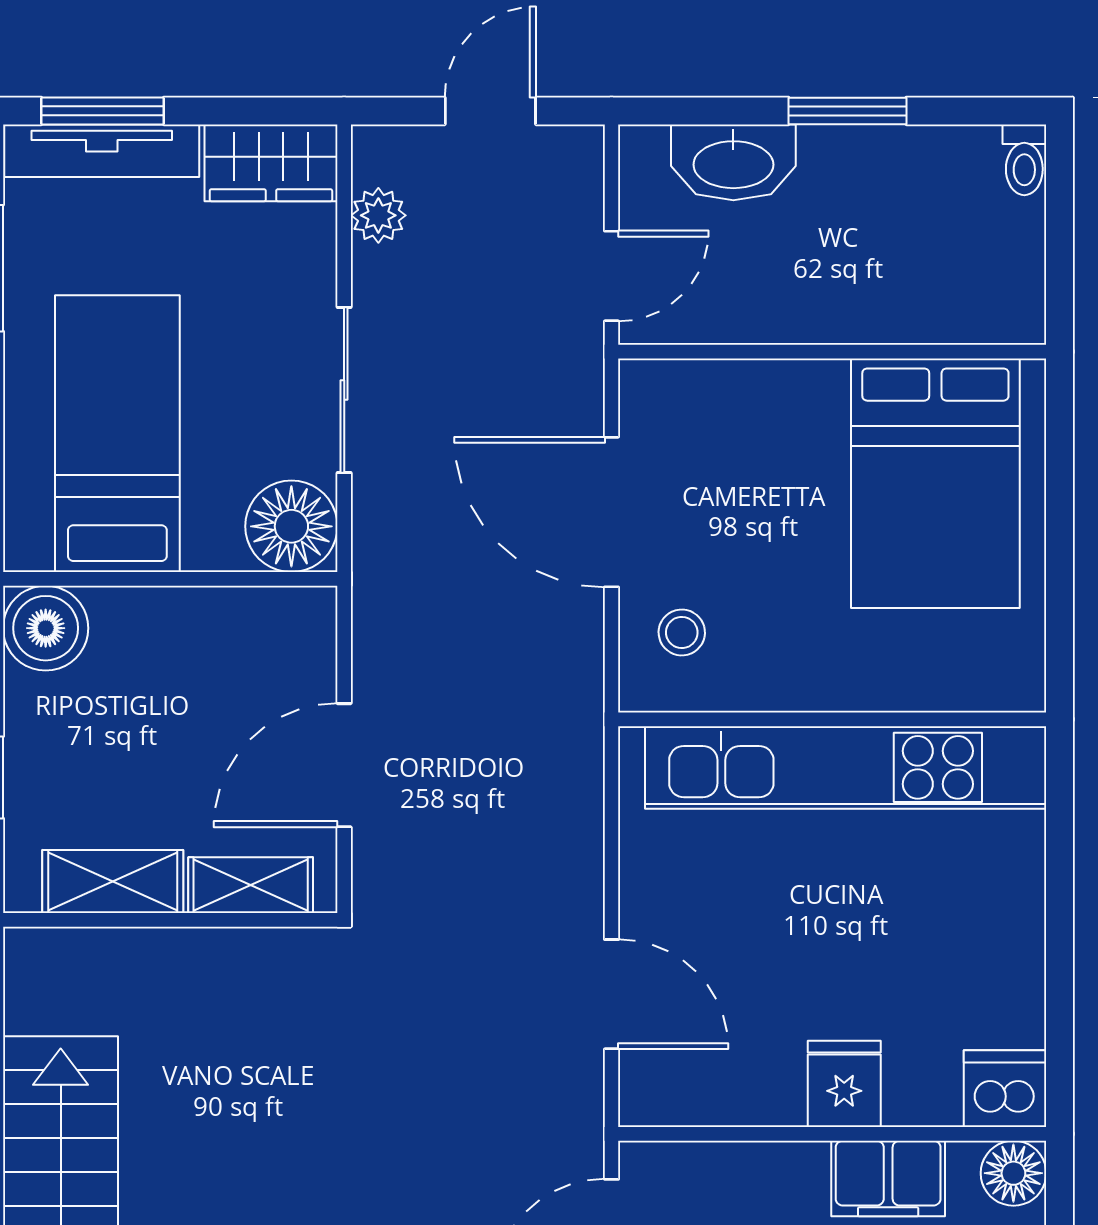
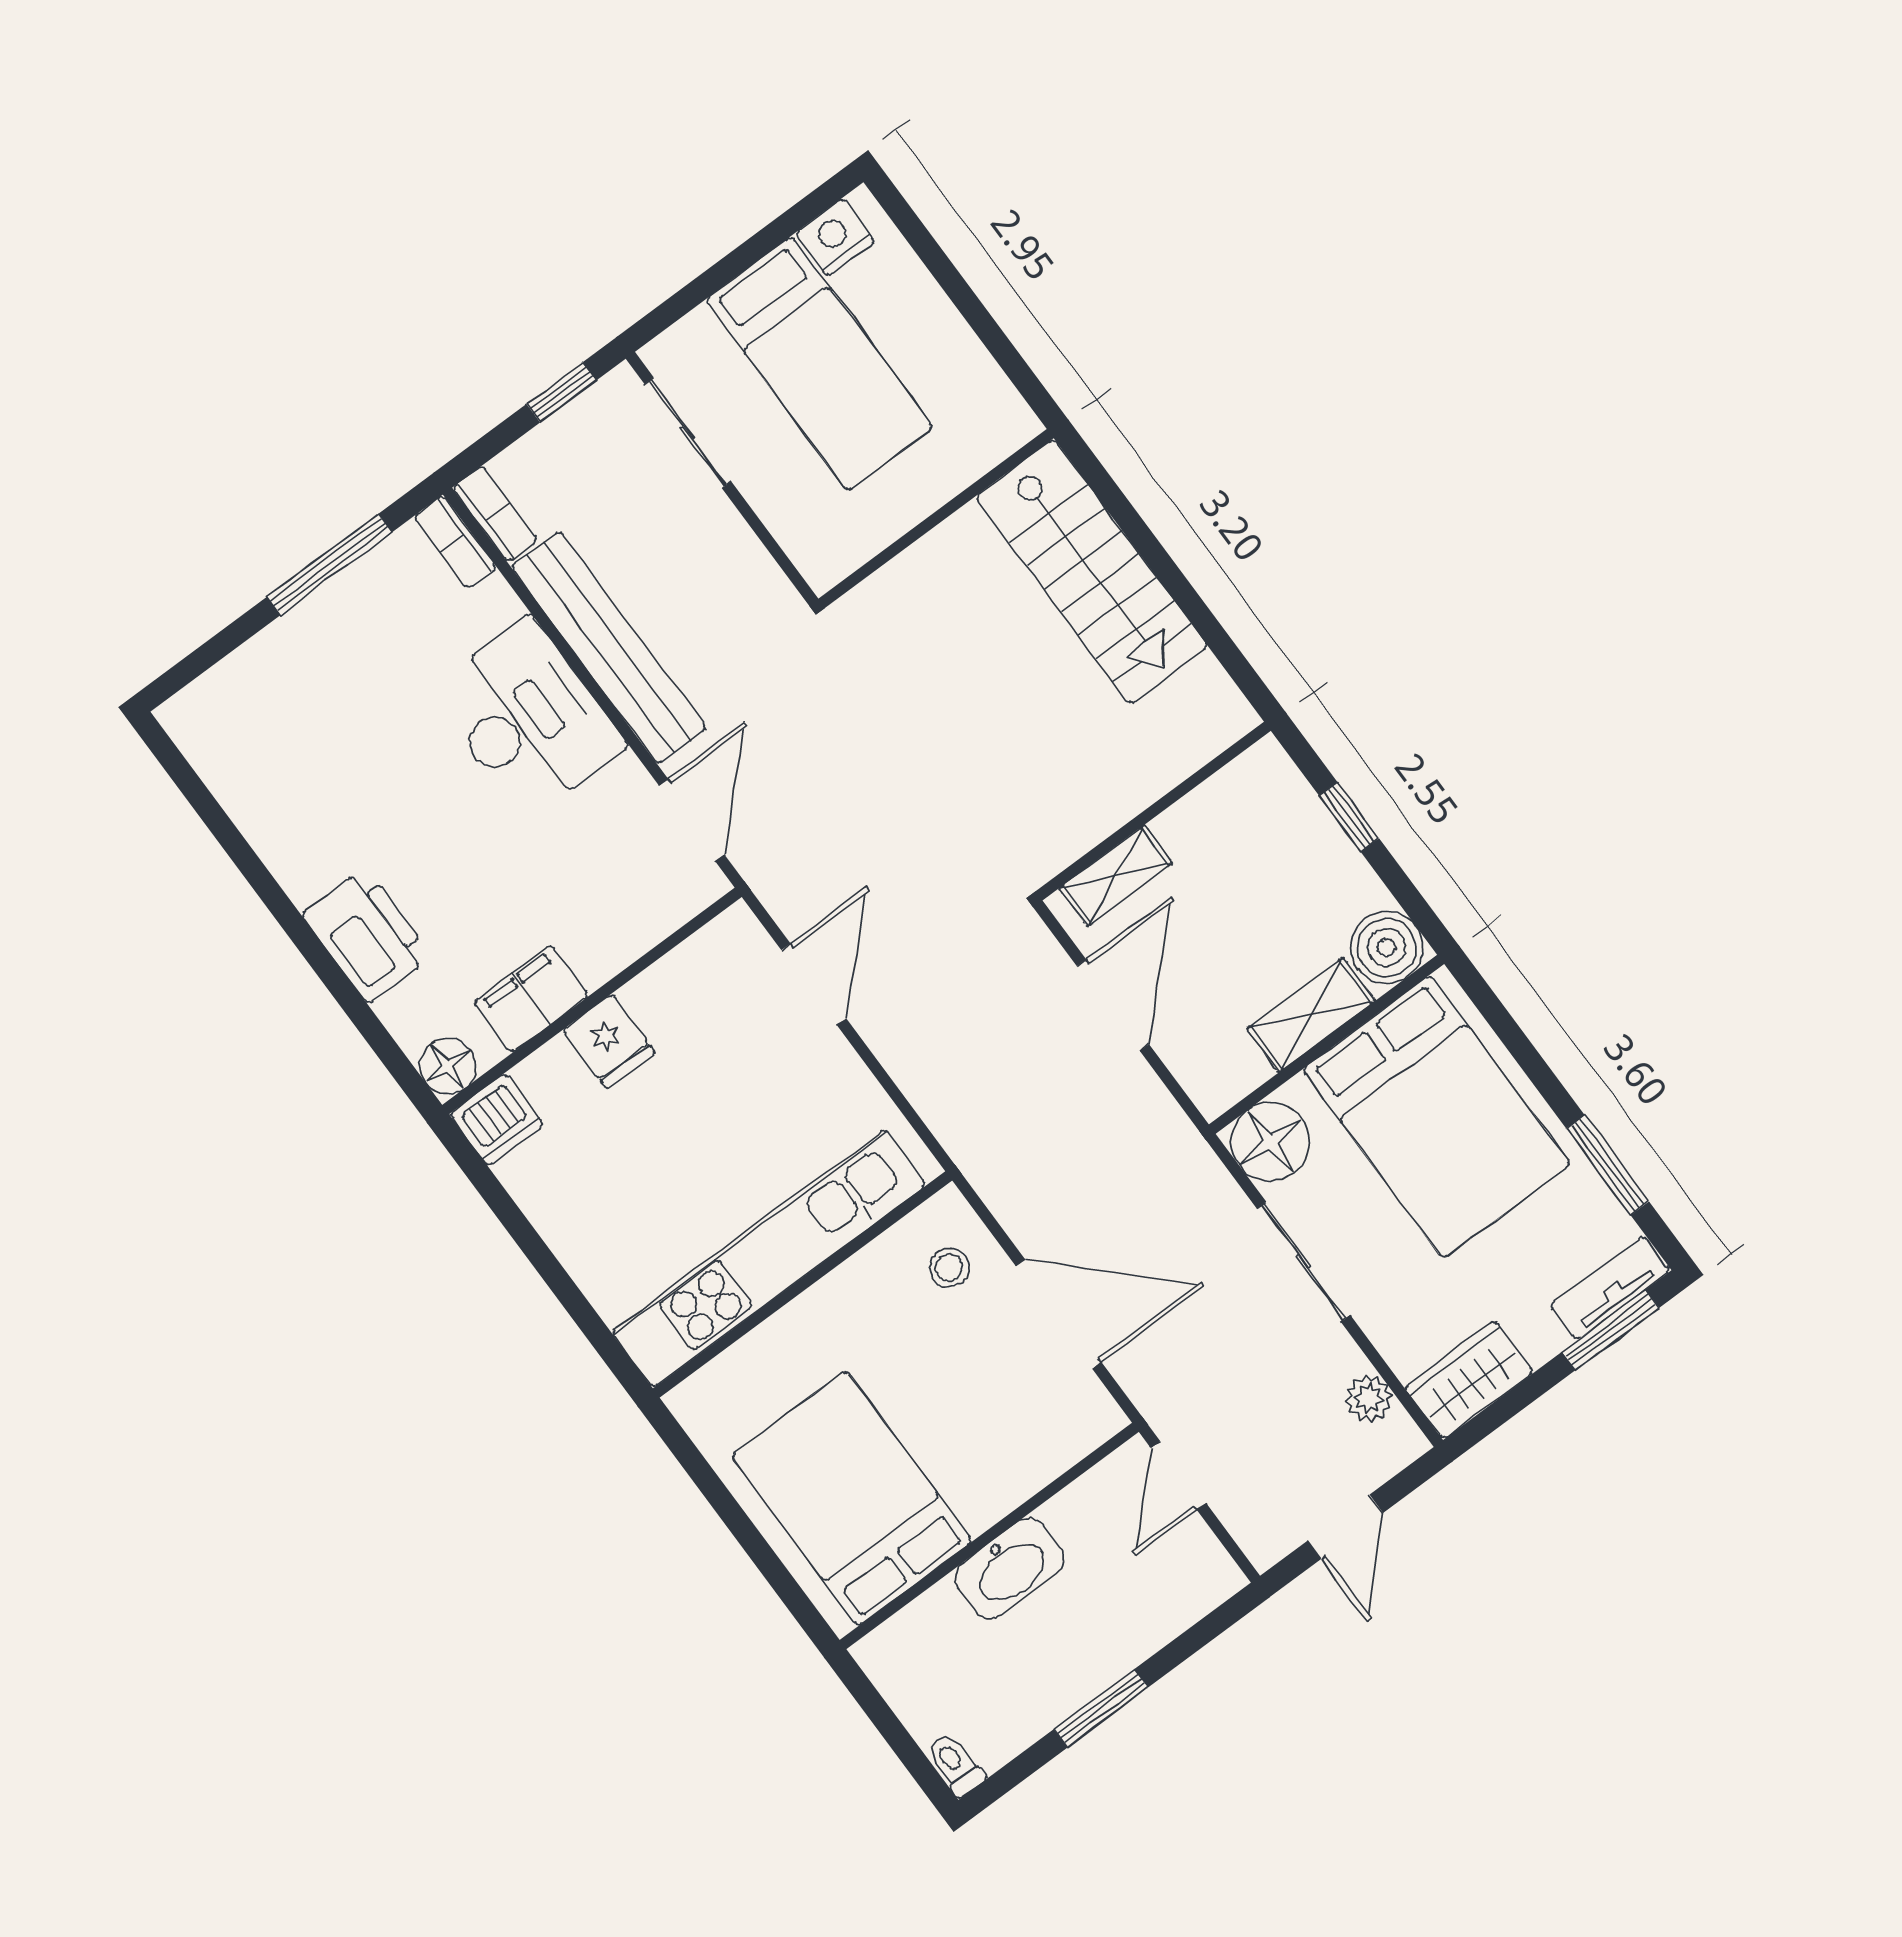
tv unit: (102, 151) -> (1610, 1288), width x0.71
washbasin: (733, 162) -> (1009, 1568), moved, turned 180
bed: (117, 434) -> (1436, 1117), width x1.50
shelving: (113, 882) -> (1311, 1015), moved
door: (612, 994) -> (814, 984), swing flipped

